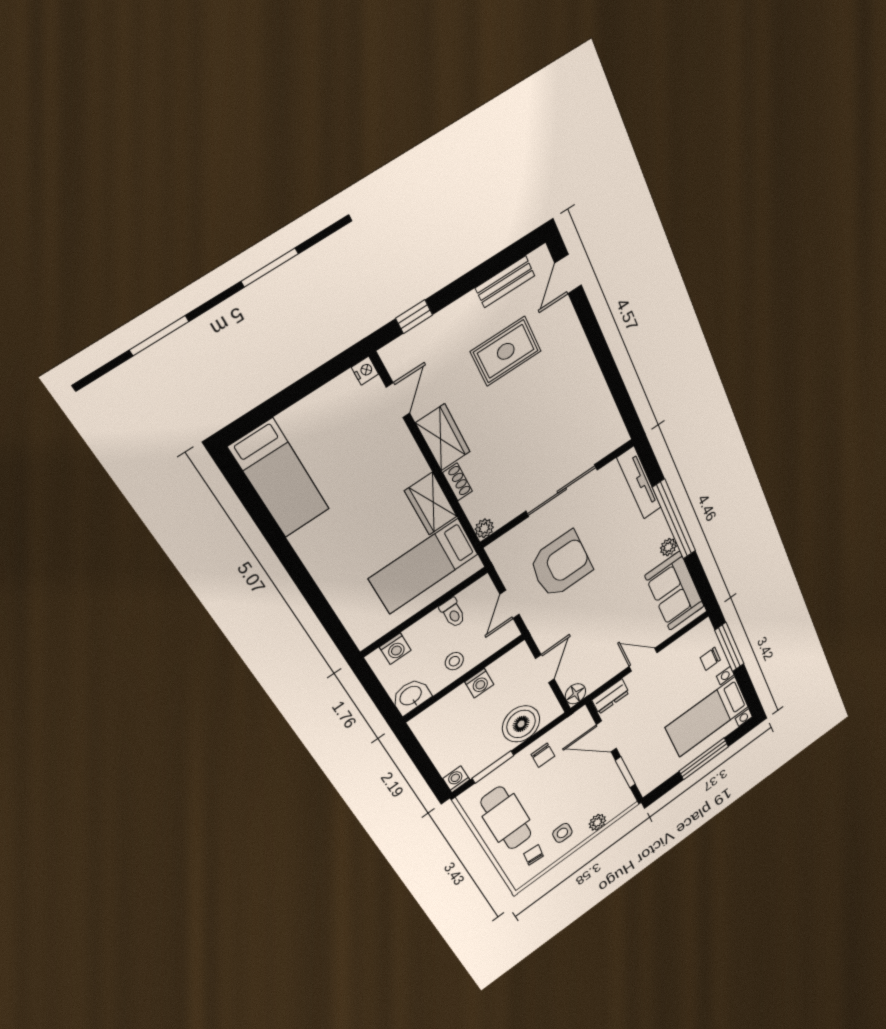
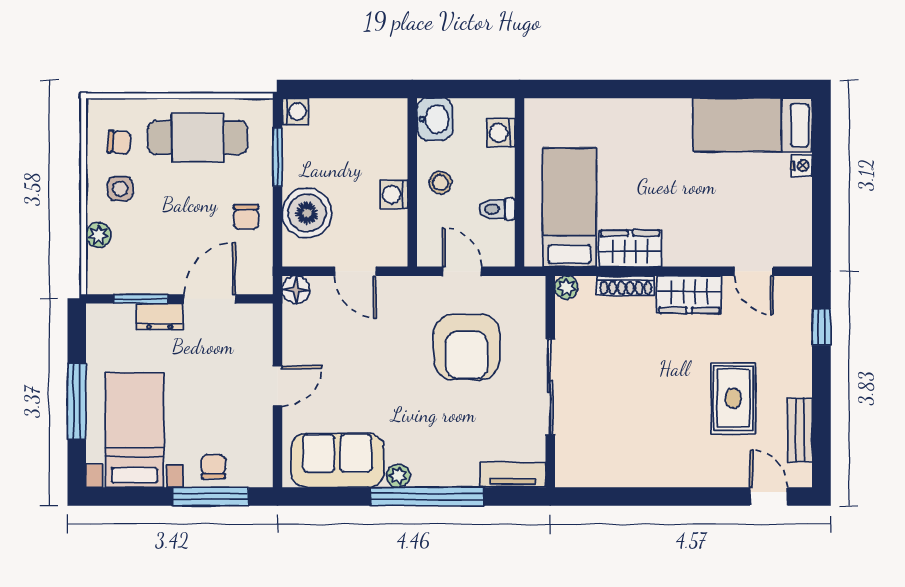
nightstand: (365, 371) -> (802, 166), moved, turned -90
shoe rack: (457, 482) -> (626, 286), width x1.43
tv unit: (639, 483) -> (513, 475), width x0.71
dresser: (611, 696) -> (160, 317), moved, turned -90
chair: (543, 755) -> (246, 217), turned -90

